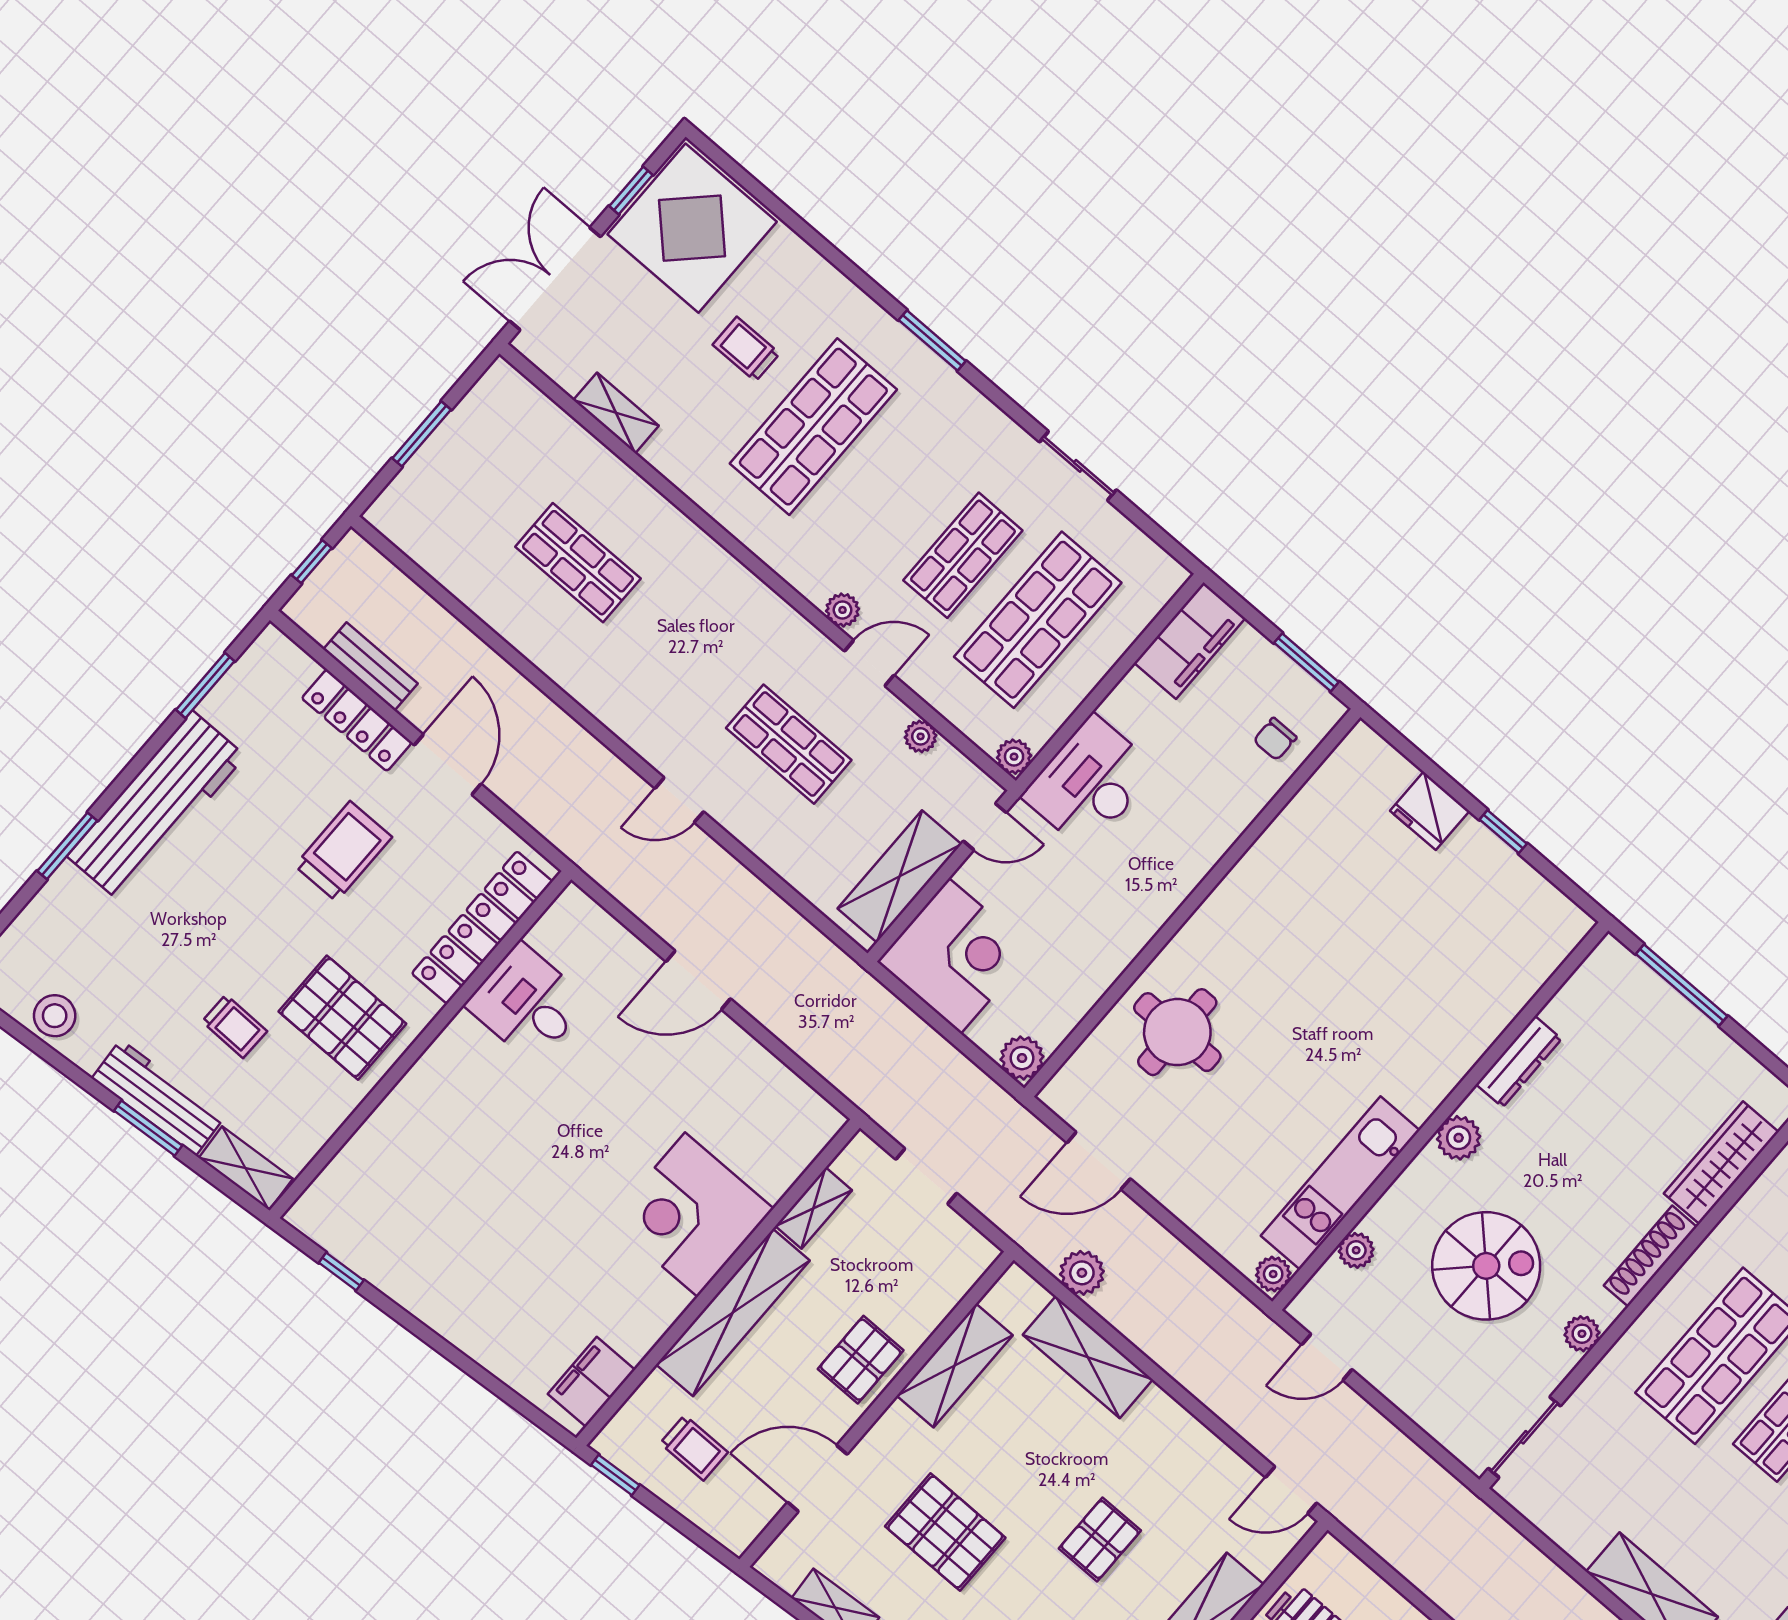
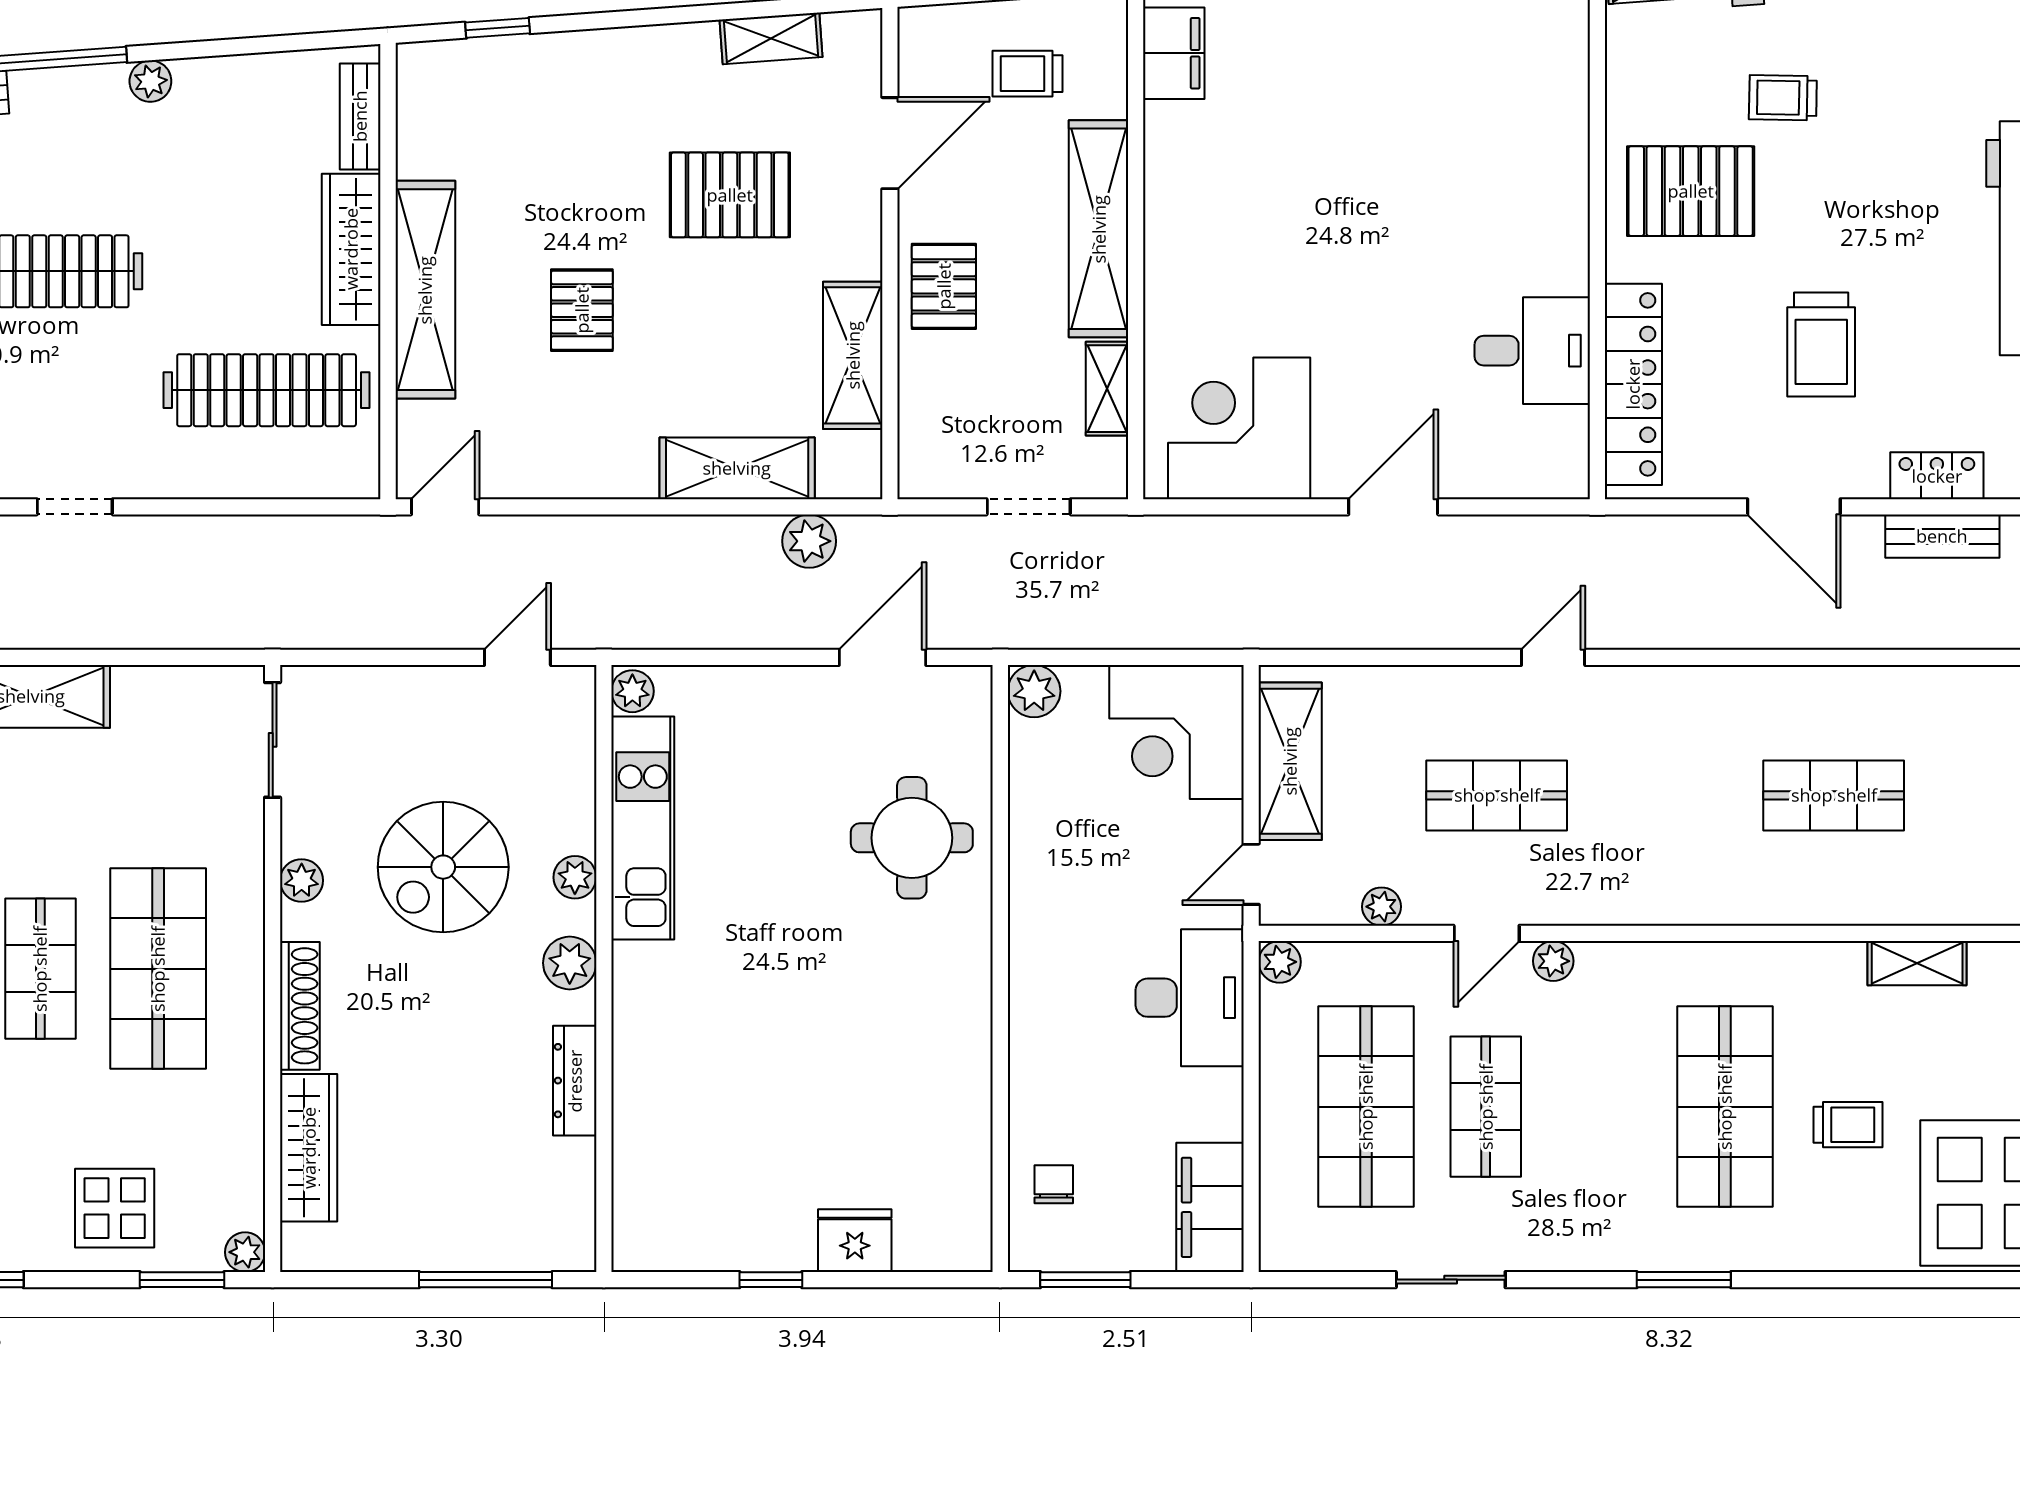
locker: (357, 720) -> (1937, 476), width x0.66
corner desk: (691, 1215) -> (1239, 428), moved, turned -90
plant: (1356, 1250) -> (575, 877), moved

